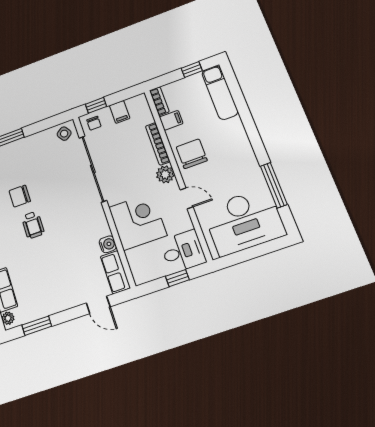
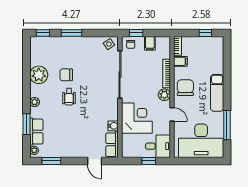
exam couch: (220, 93) -> (217, 93), moved

